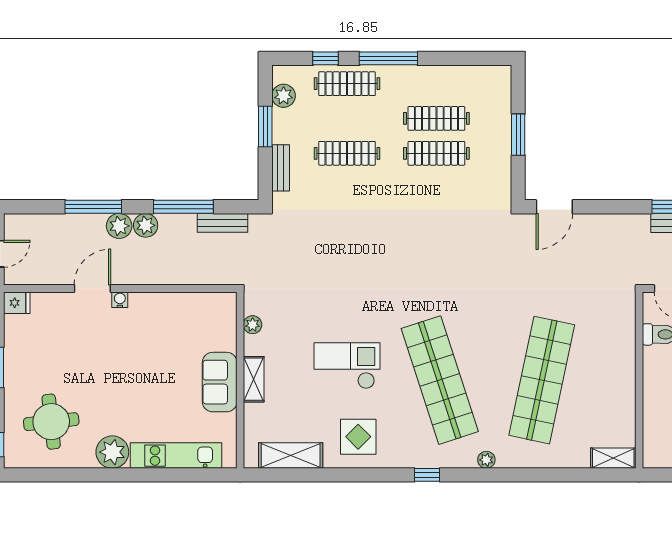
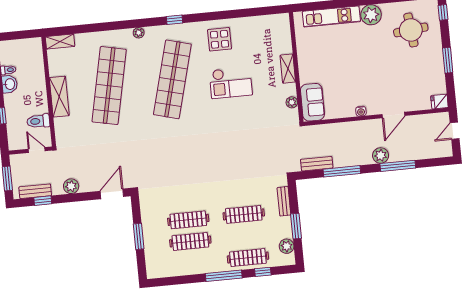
plant: (146, 225) -> (71, 186), moved
water cooler: (120, 300) -> (361, 111), moved
shop shelf: (440, 380) -> (172, 79), turned 33
sofa: (220, 382) -> (312, 102), moved
shelving: (291, 456) -> (59, 97), moved, turned 90

